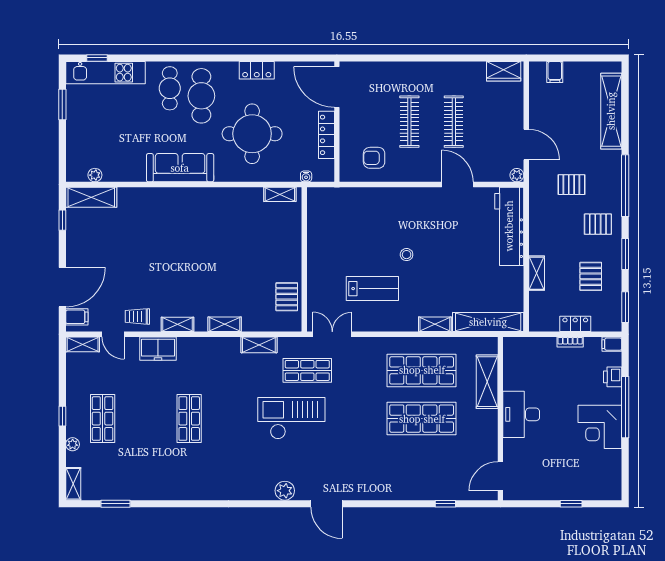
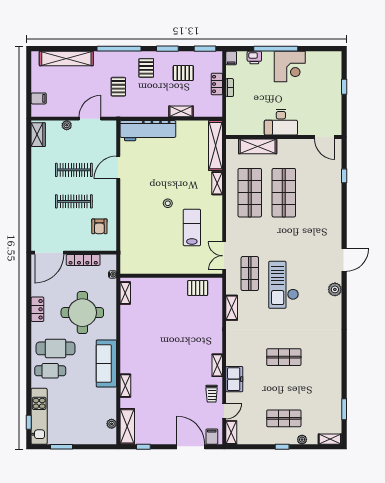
plant: (517, 175) -> (67, 125), moved
shelving: (225, 324) -> (125, 386), moved

